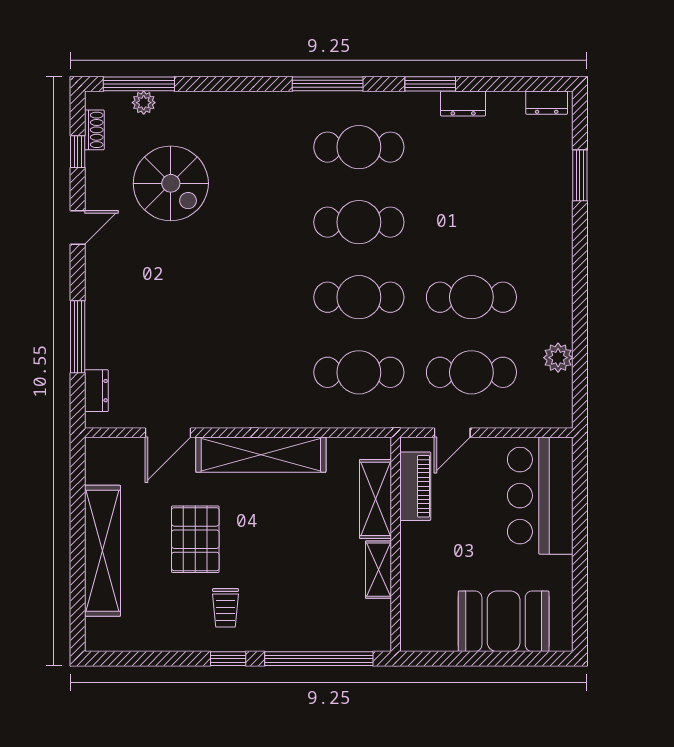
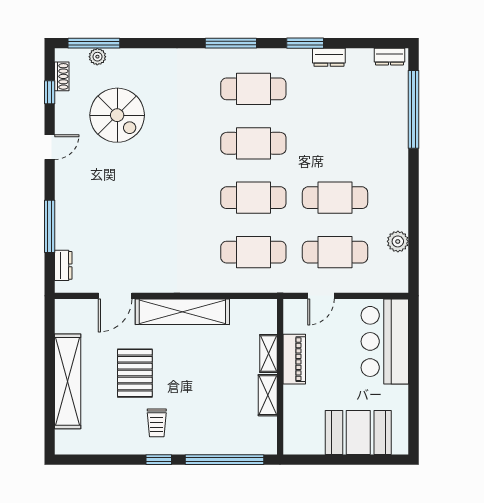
window: (580, 175) -> (414, 109), width x2.11
piano: (415, 486) -> (294, 359), moved
shelving: (376, 499) -> (268, 353), width x0.67, depth x0.75

